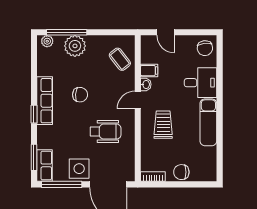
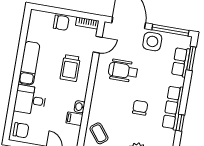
chair: (205, 48) -> (21, 130), turned 96
chair: (80, 95) -> (140, 108), turned 87
door: (138, 100) -> (98, 45), moved
window: (34, 114) -> (180, 123), moved
row of seats: (44, 165) -> (181, 62), moved

